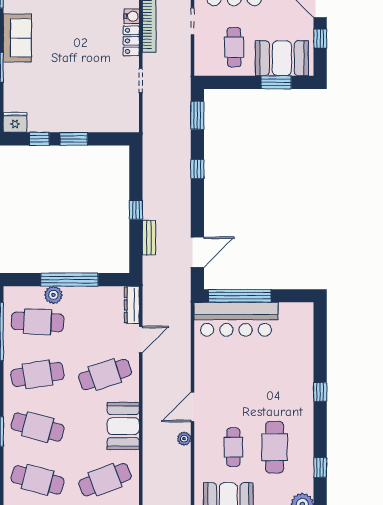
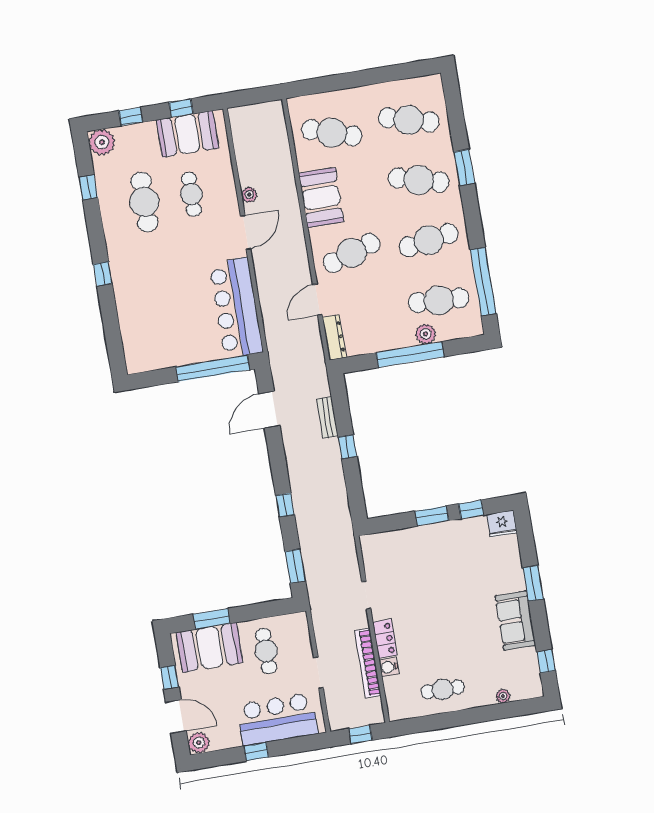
bar counter: (236, 319) -> (236, 308), moved, turned -90
cafe table: (105, 480) -> (332, 133), turned 39

